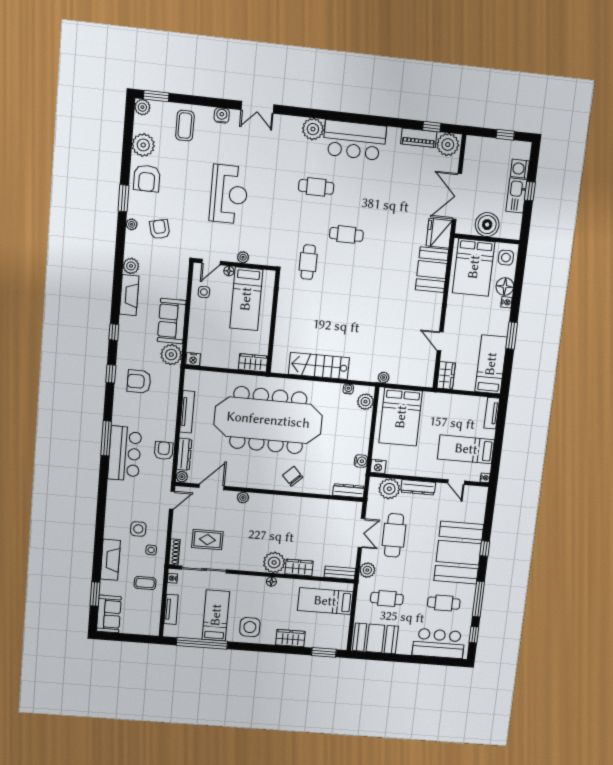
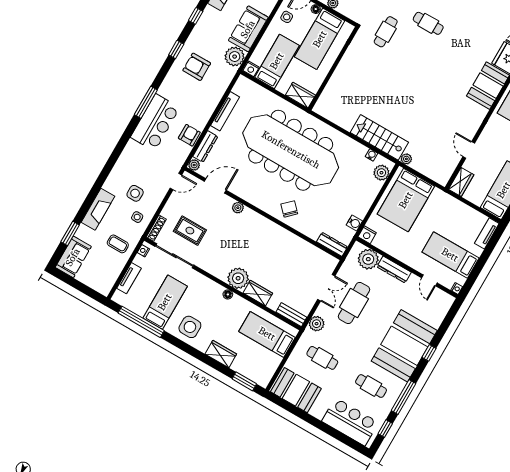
bed: (215, 340) -> (277, 61), added
stairs: (319, 366) -> (379, 137), moved

